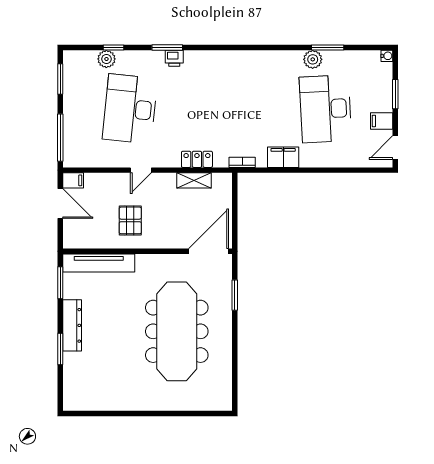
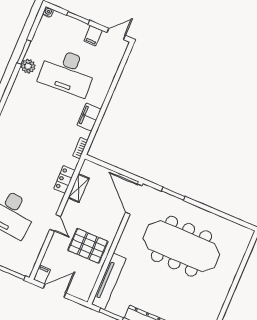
door: (395, 147) -> (116, 34), swing flipped
pallet: (130, 220) -> (88, 246), width x1.50, depth x1.42

